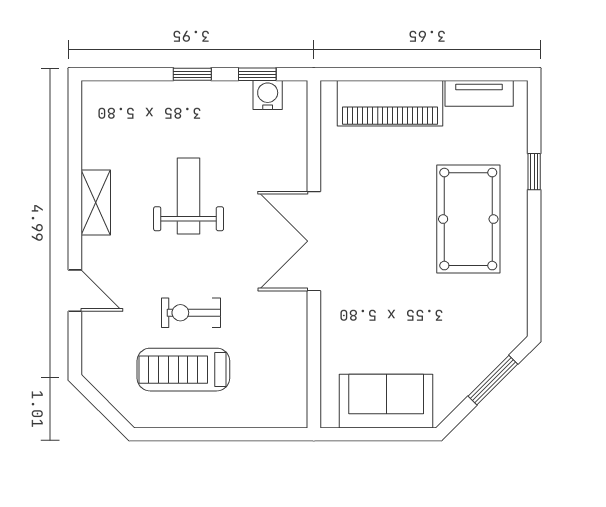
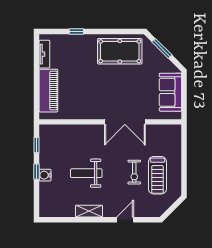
water cooler: (268, 95) -> (45, 175), moved
pool table: (468, 219) -> (120, 51), moved
double door: (314, 241) -> (125, 122), moved

